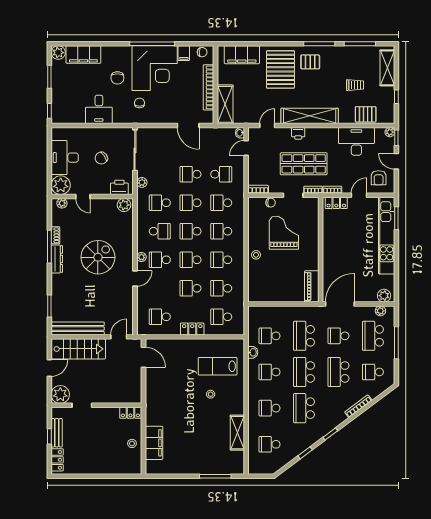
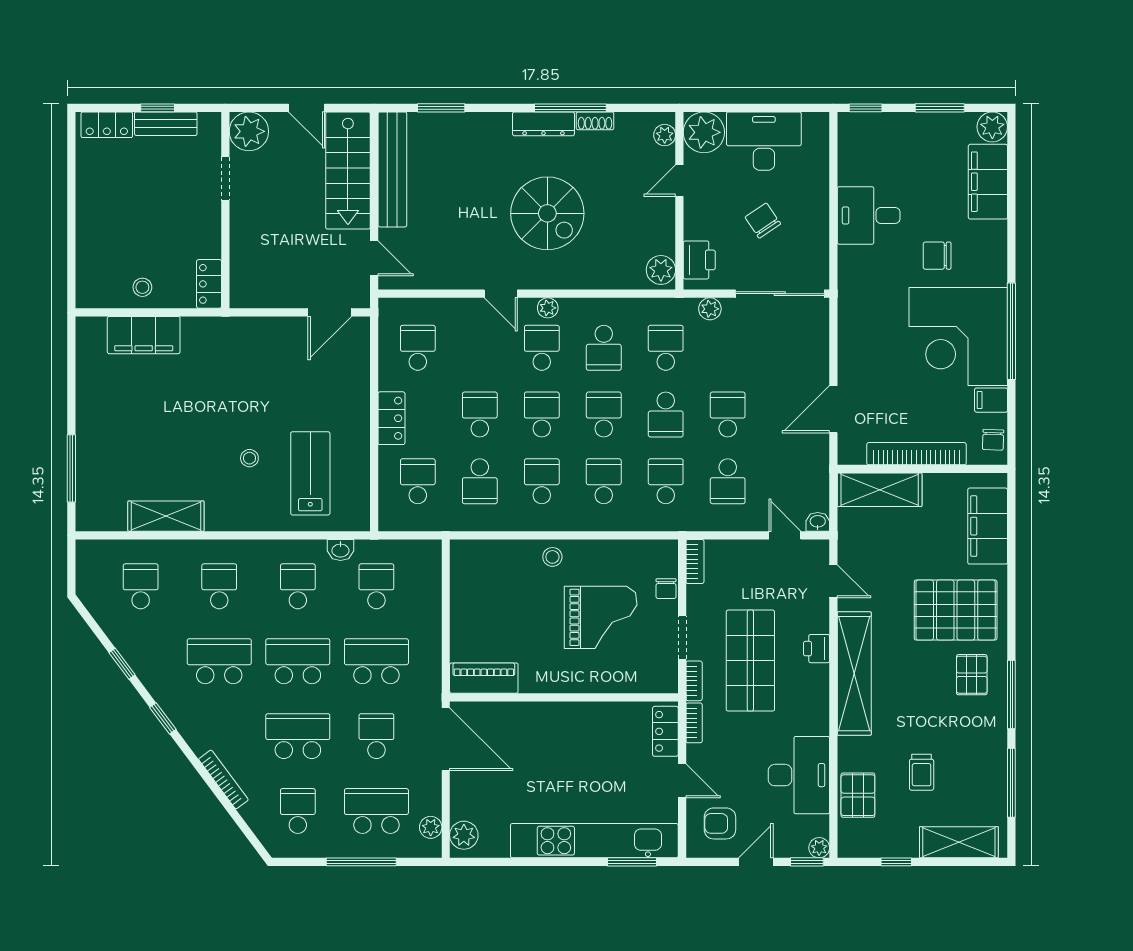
chair: (139, 103) -> (883, 304), removed
school desk: (191, 203) -> (666, 415), turned 180
school desk: (221, 288) -> (480, 481), turned 180

